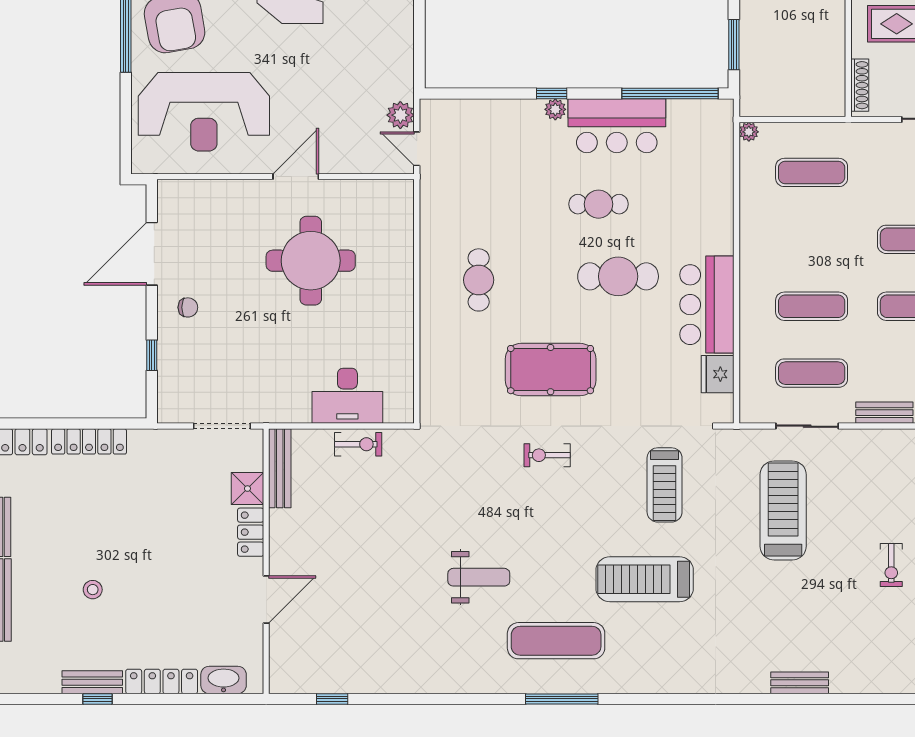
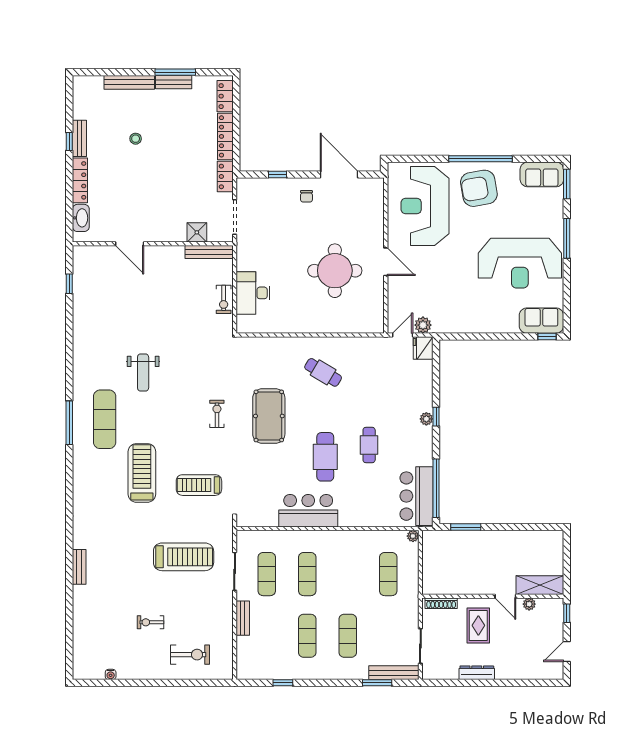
bar counter: (617, 126) -> (417, 496), moved
cafe table: (479, 280) -> (323, 372), turned 31
fridge: (718, 374) -> (423, 348), moved, turned -90
locker: (251, 532) -> (225, 176), moved, turned -90

